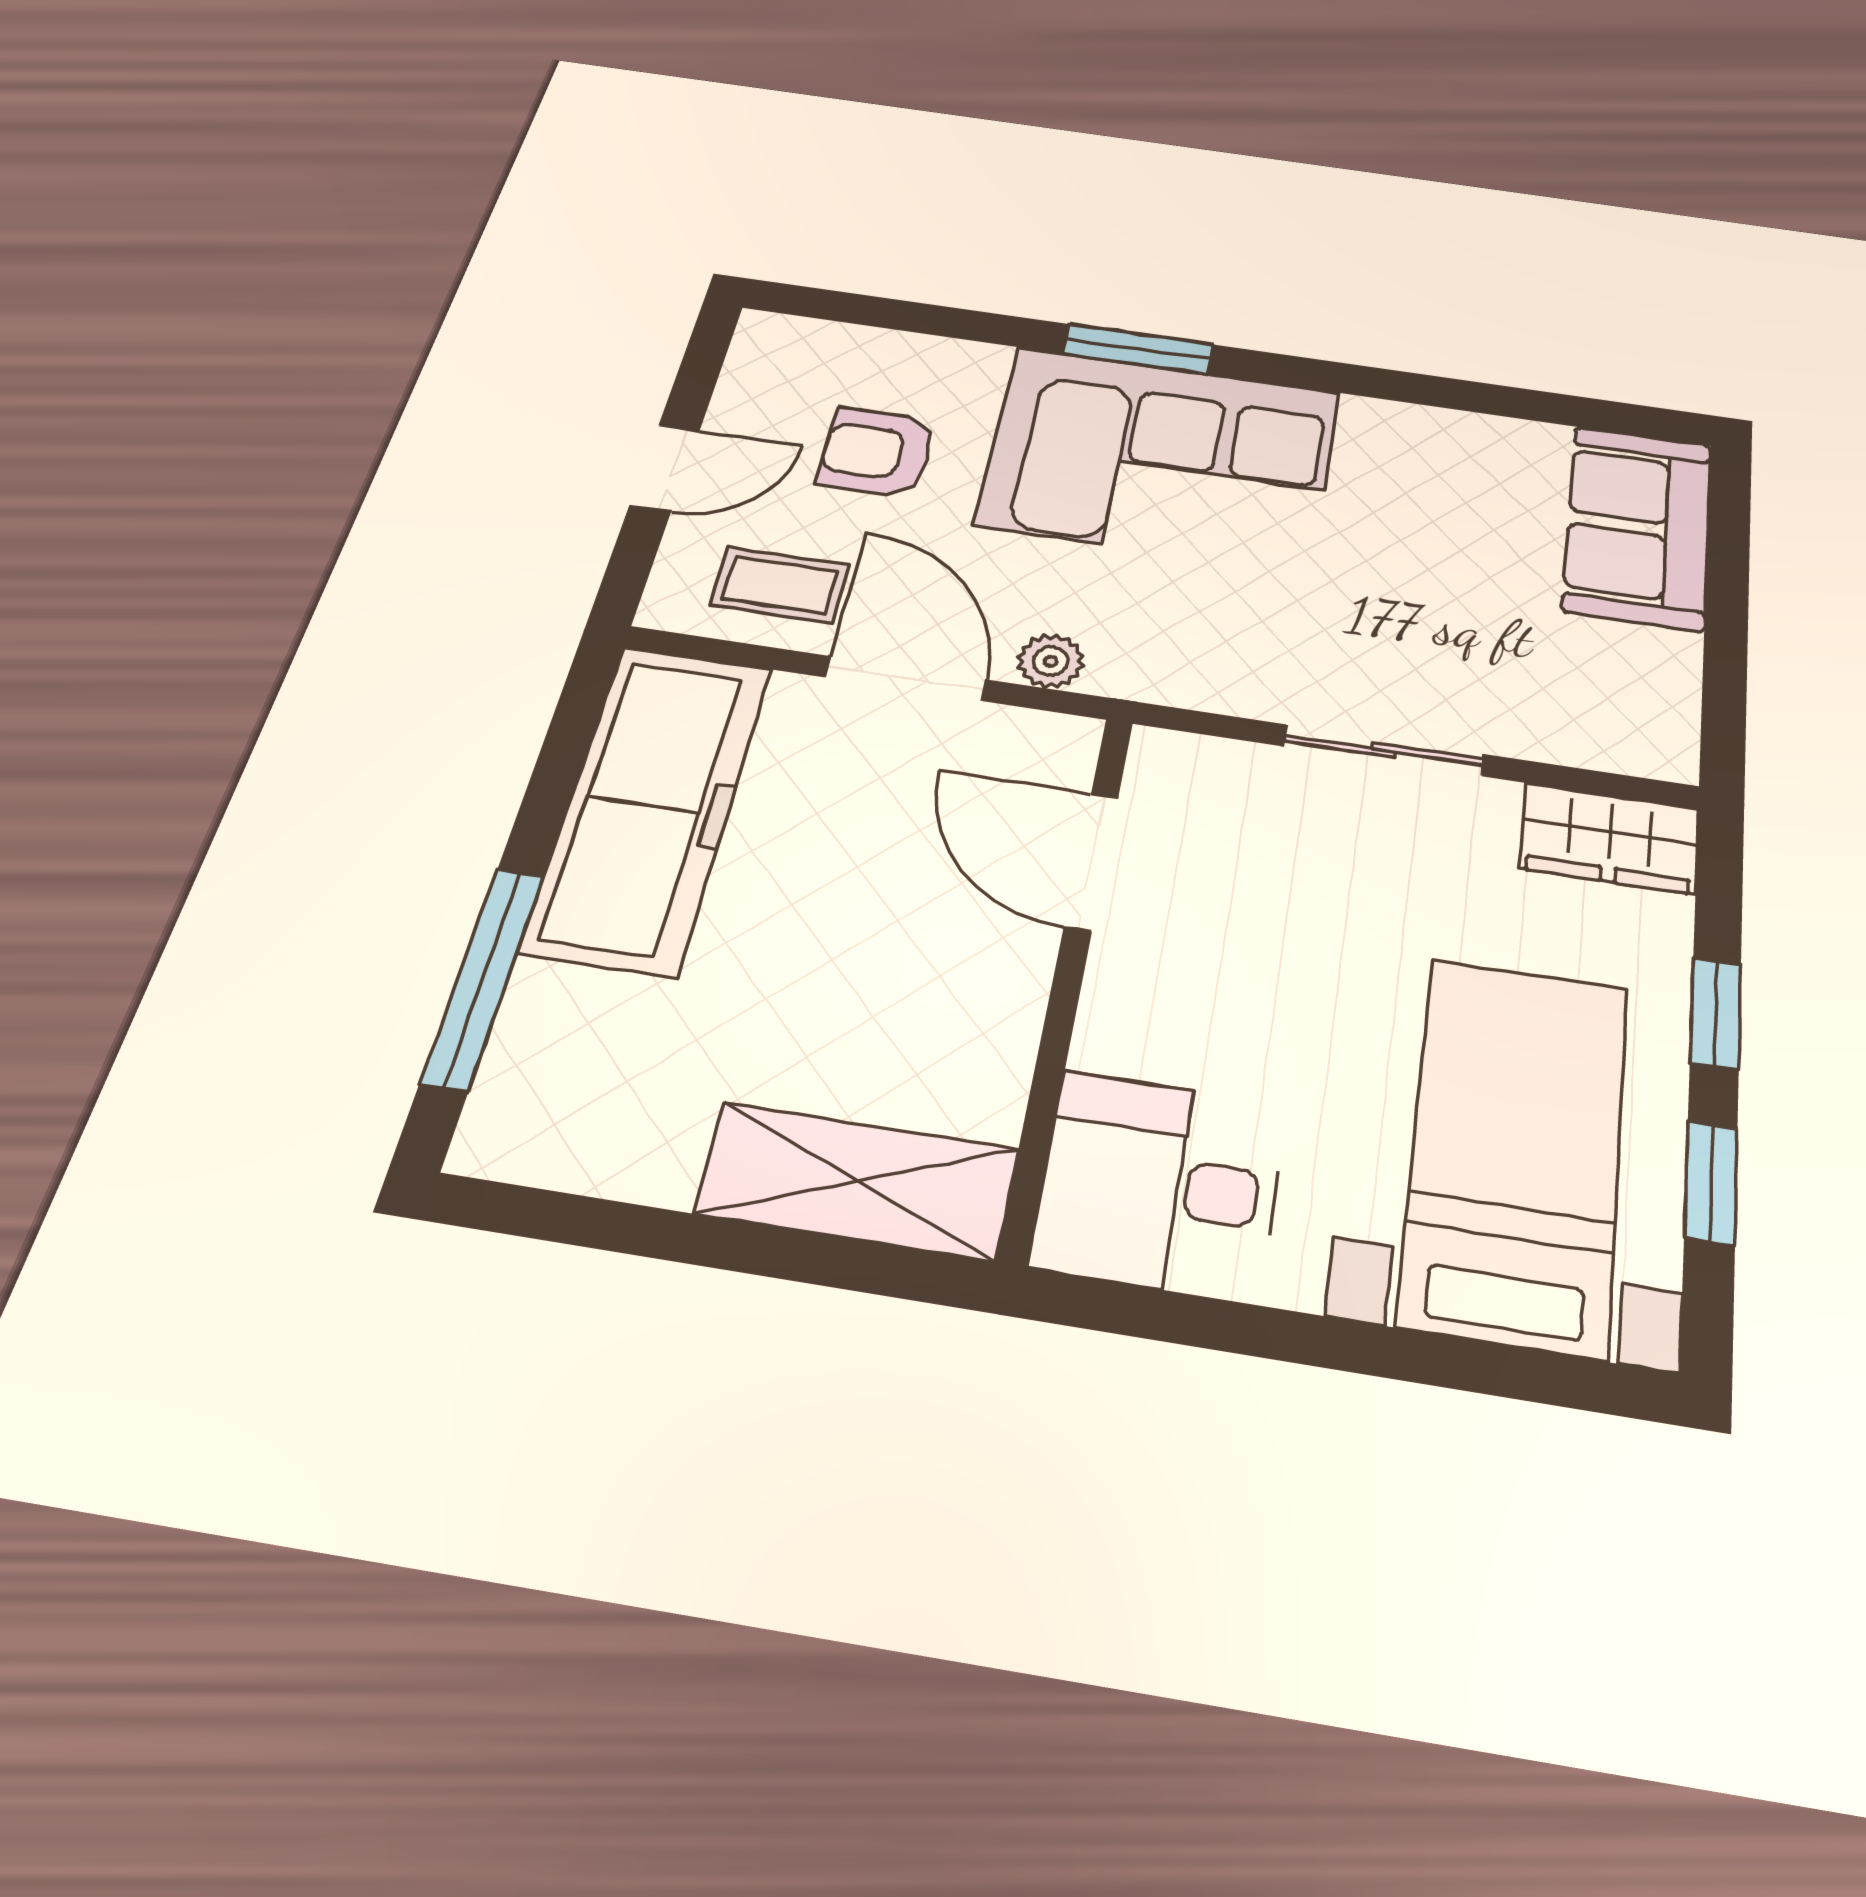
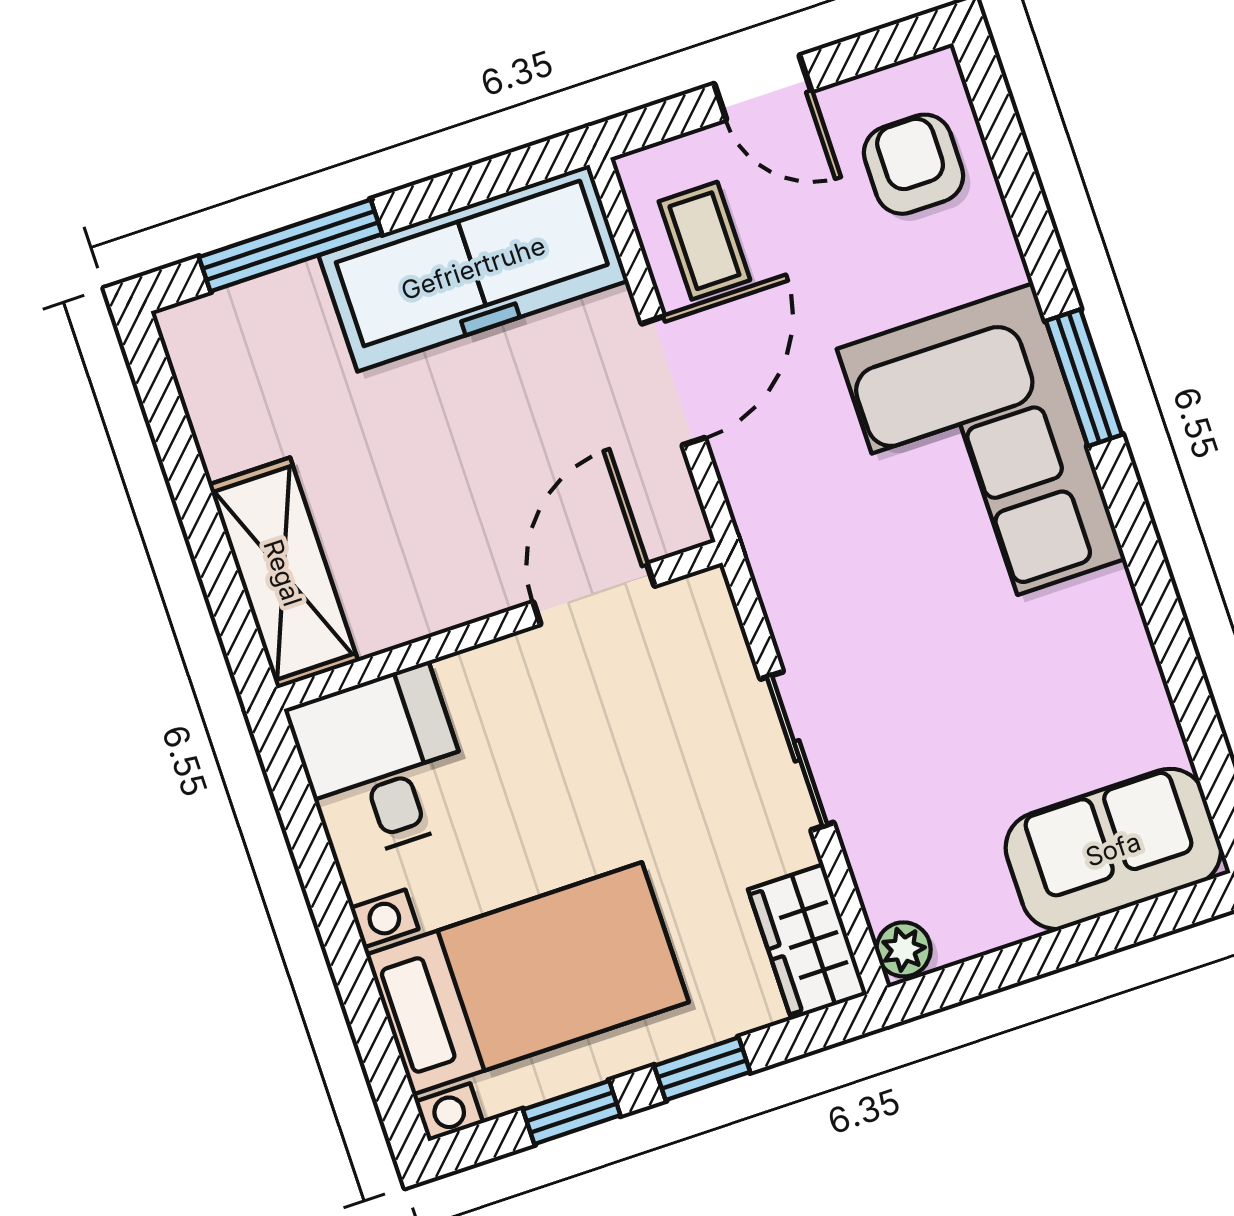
armchair: (877, 453) -> (914, 164), moved
plant: (1051, 661) -> (904, 949), moved

